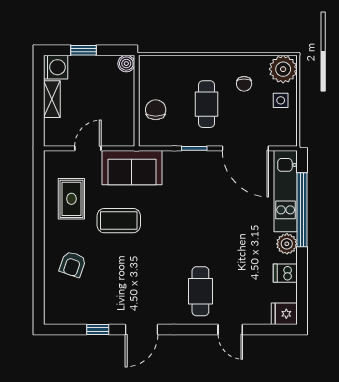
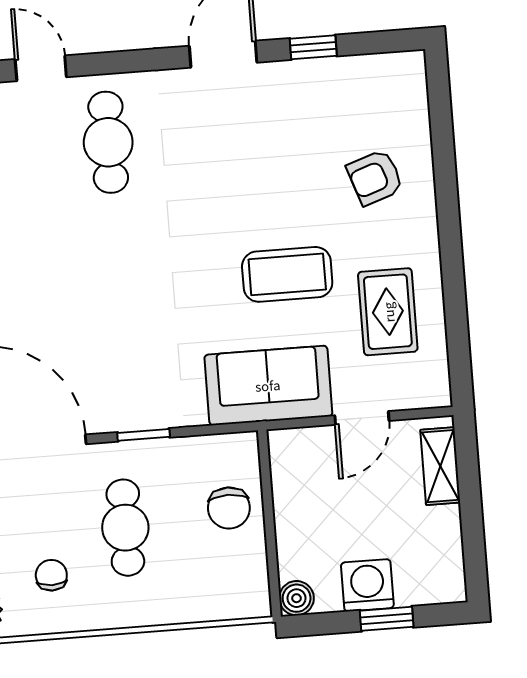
washing machine: (56, 67) -> (367, 585), moved, turned 90
shelving: (52, 99) -> (440, 466), moved
armchair: (73, 264) -> (375, 177), turned -128

